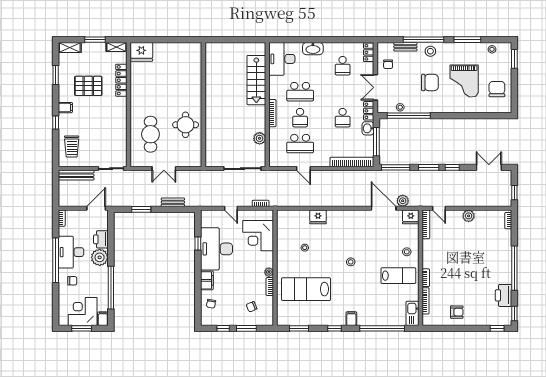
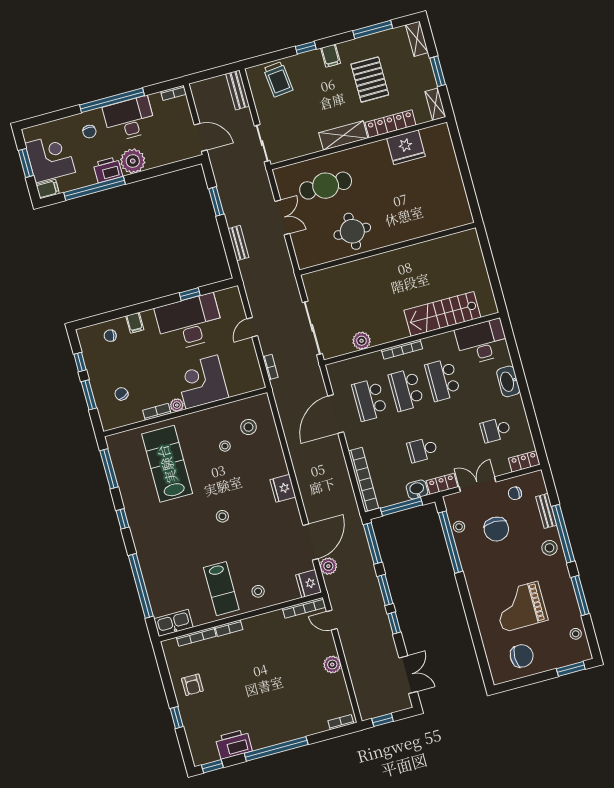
fridge: (141, 52) -> (406, 147), moved, turned -90
window: (56, 75) -> (373, 30), width x1.44
chair: (430, 82) -> (496, 529), moved
shelving: (120, 113) -> (343, 135), added
school desk: (300, 118) -> (406, 390), width x1.85
trolley: (72, 147) -> (278, 79), turned -96
double door: (164, 169) -> (282, 217), swing flipped
door: (303, 169) -> (336, 414), width x1.88
bench: (76, 175) -> (238, 90), width x0.73
door: (439, 208) -> (332, 620), hinge flipped
fridge: (318, 217) -> (283, 488), moved
stool: (296, 229) -> (249, 427), added
corner desk: (258, 236) -> (202, 382), moved
printer: (101, 239) -> (108, 170), moved
filing cabinet: (207, 280) -> (135, 323), width x0.50
filing cabinet: (351, 319) -> (143, 539), removed
window: (299, 328) -> (109, 469), width x1.44
window: (497, 328) -> (177, 718), moved

